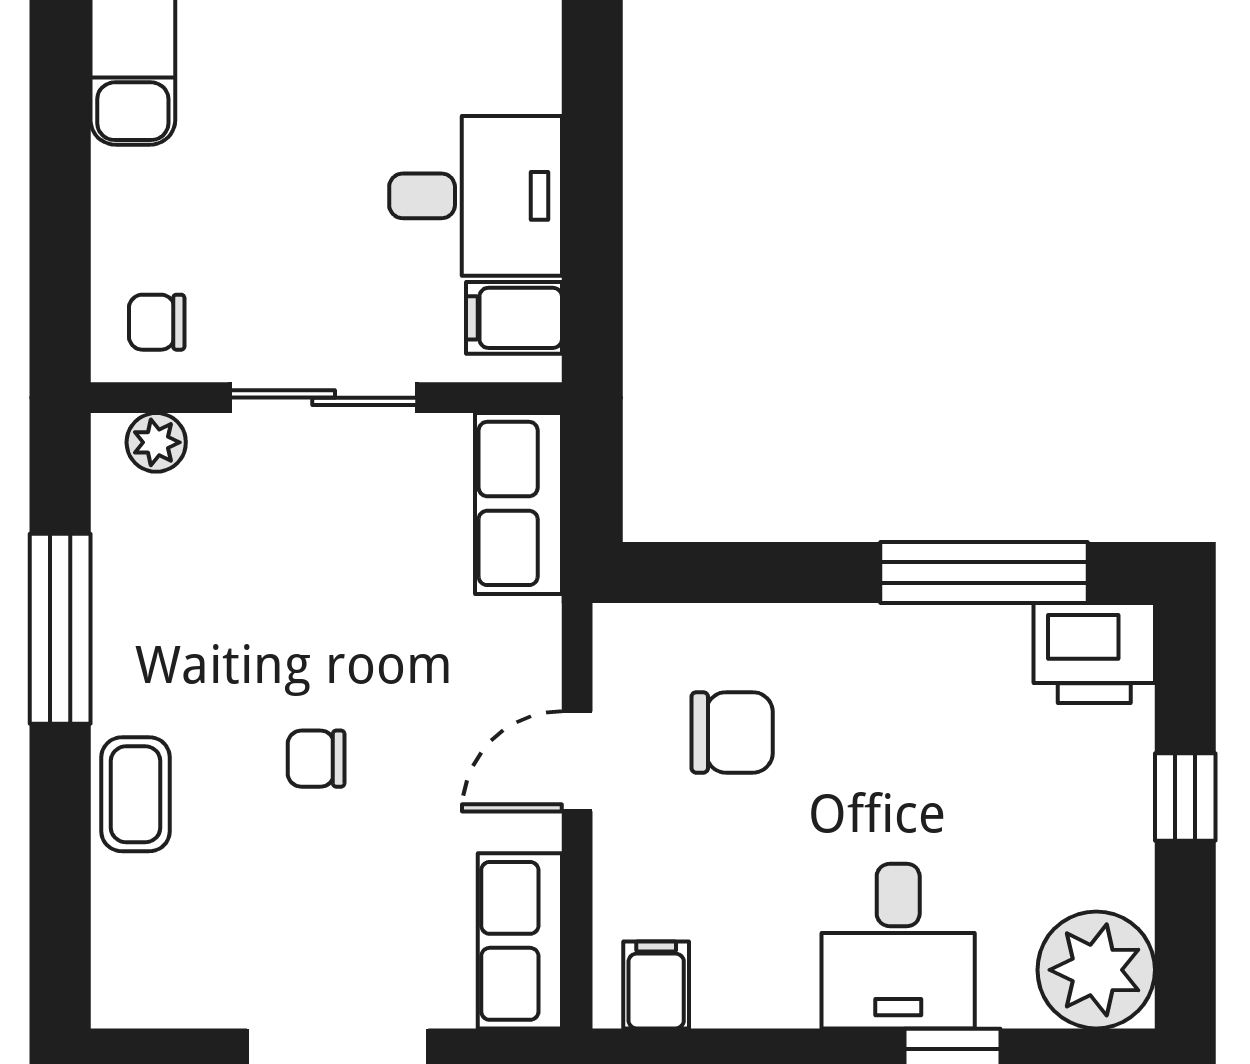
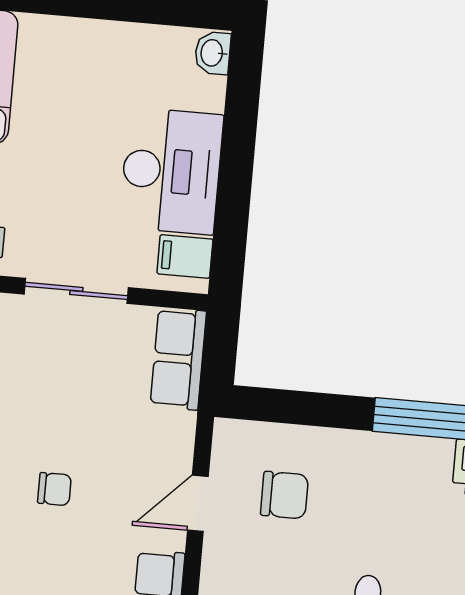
desk: (476, 196) -> (171, 171), width x1.37
chair: (316, 759) -> (54, 489), turned 180

